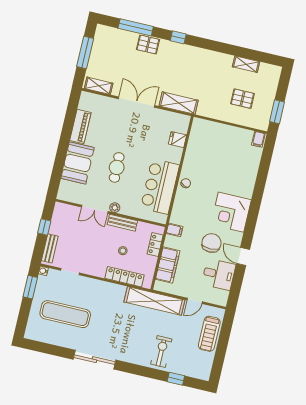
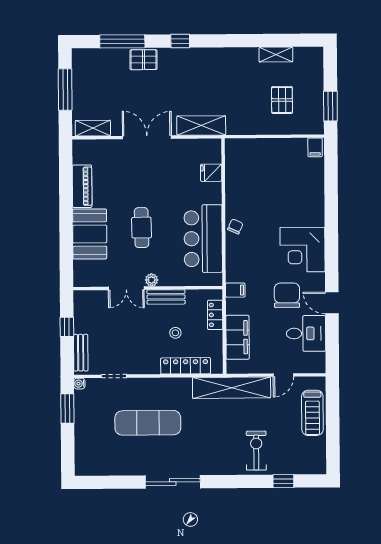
pallet: (242, 99) -> (282, 100), turned 90
exercise mat: (65, 314) -> (148, 423), moved

